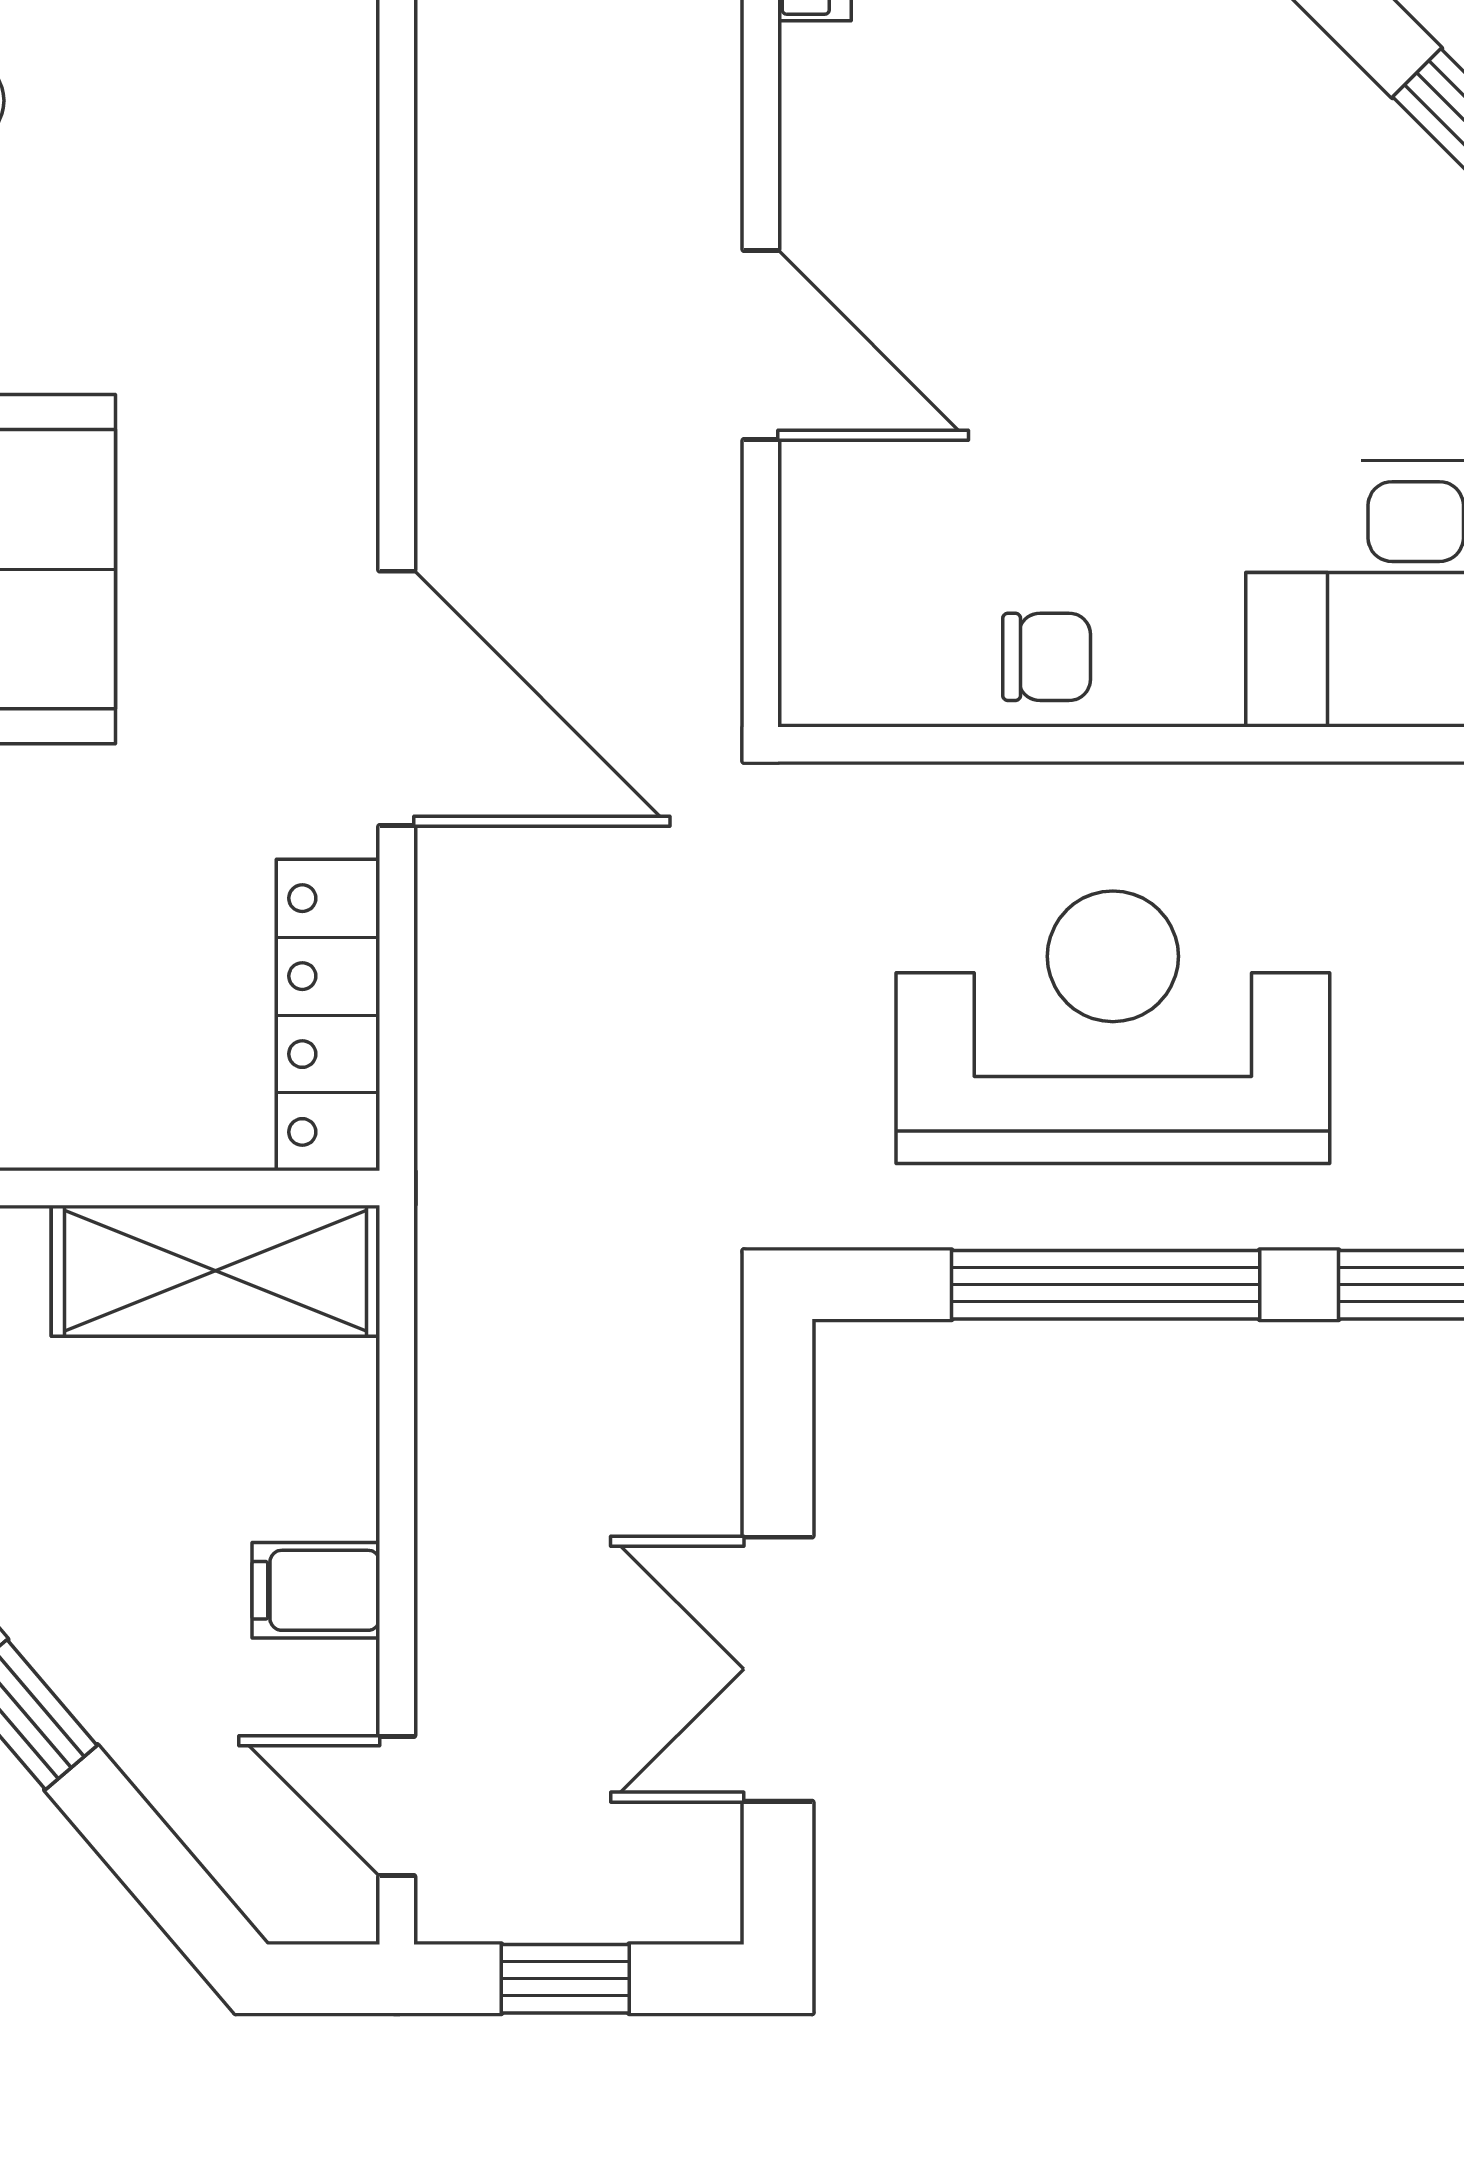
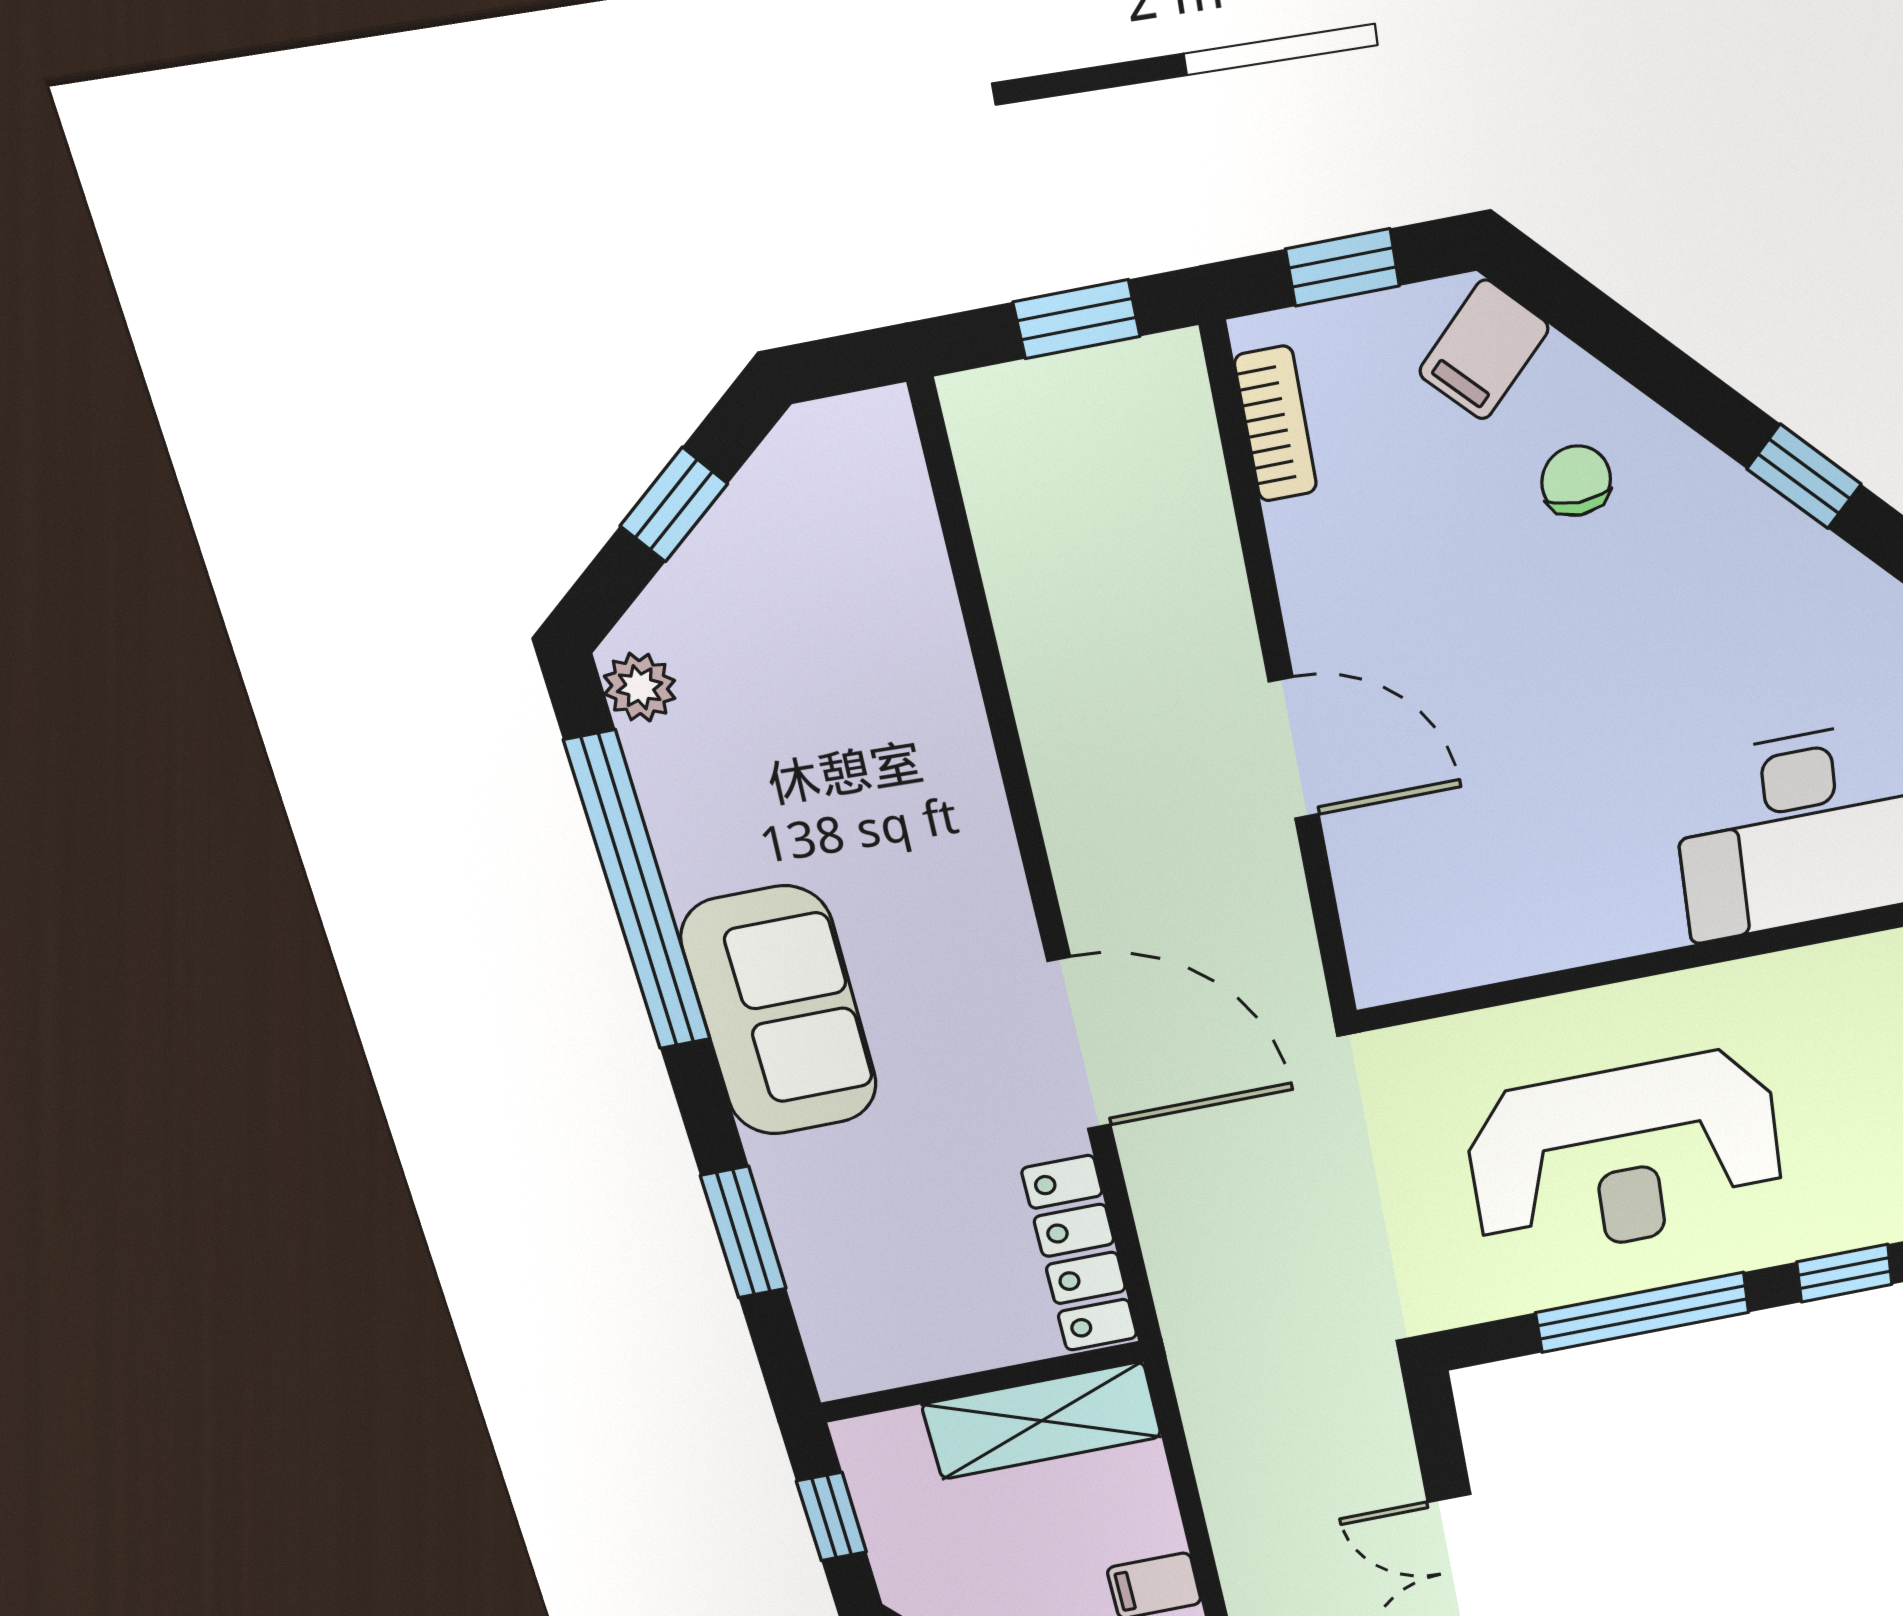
chair: (1047, 657) -> (1576, 481), moved, turned -90
reception desk: (1113, 1027) -> (1625, 1156), turned 180

